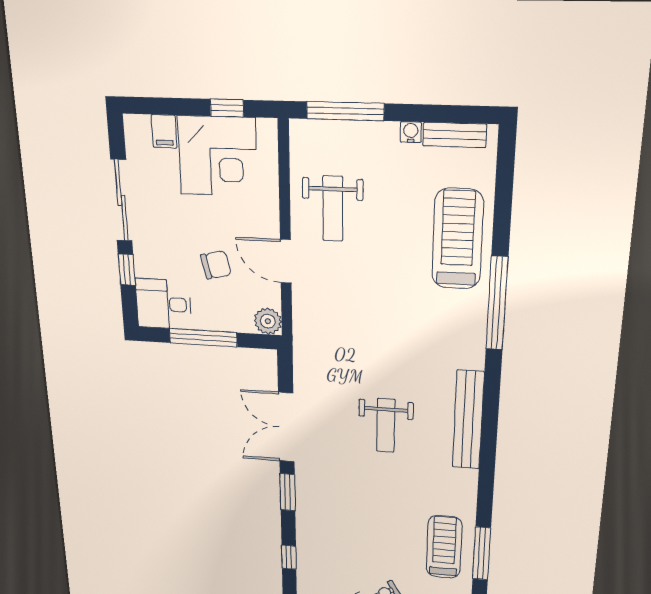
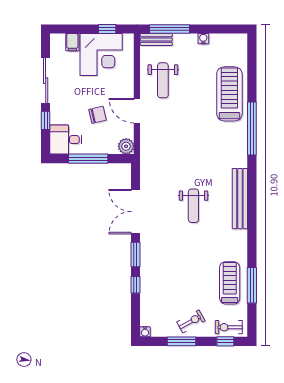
bench: (455, 135) -> (156, 39), moved
window: (289, 557) -> (135, 285), moved

